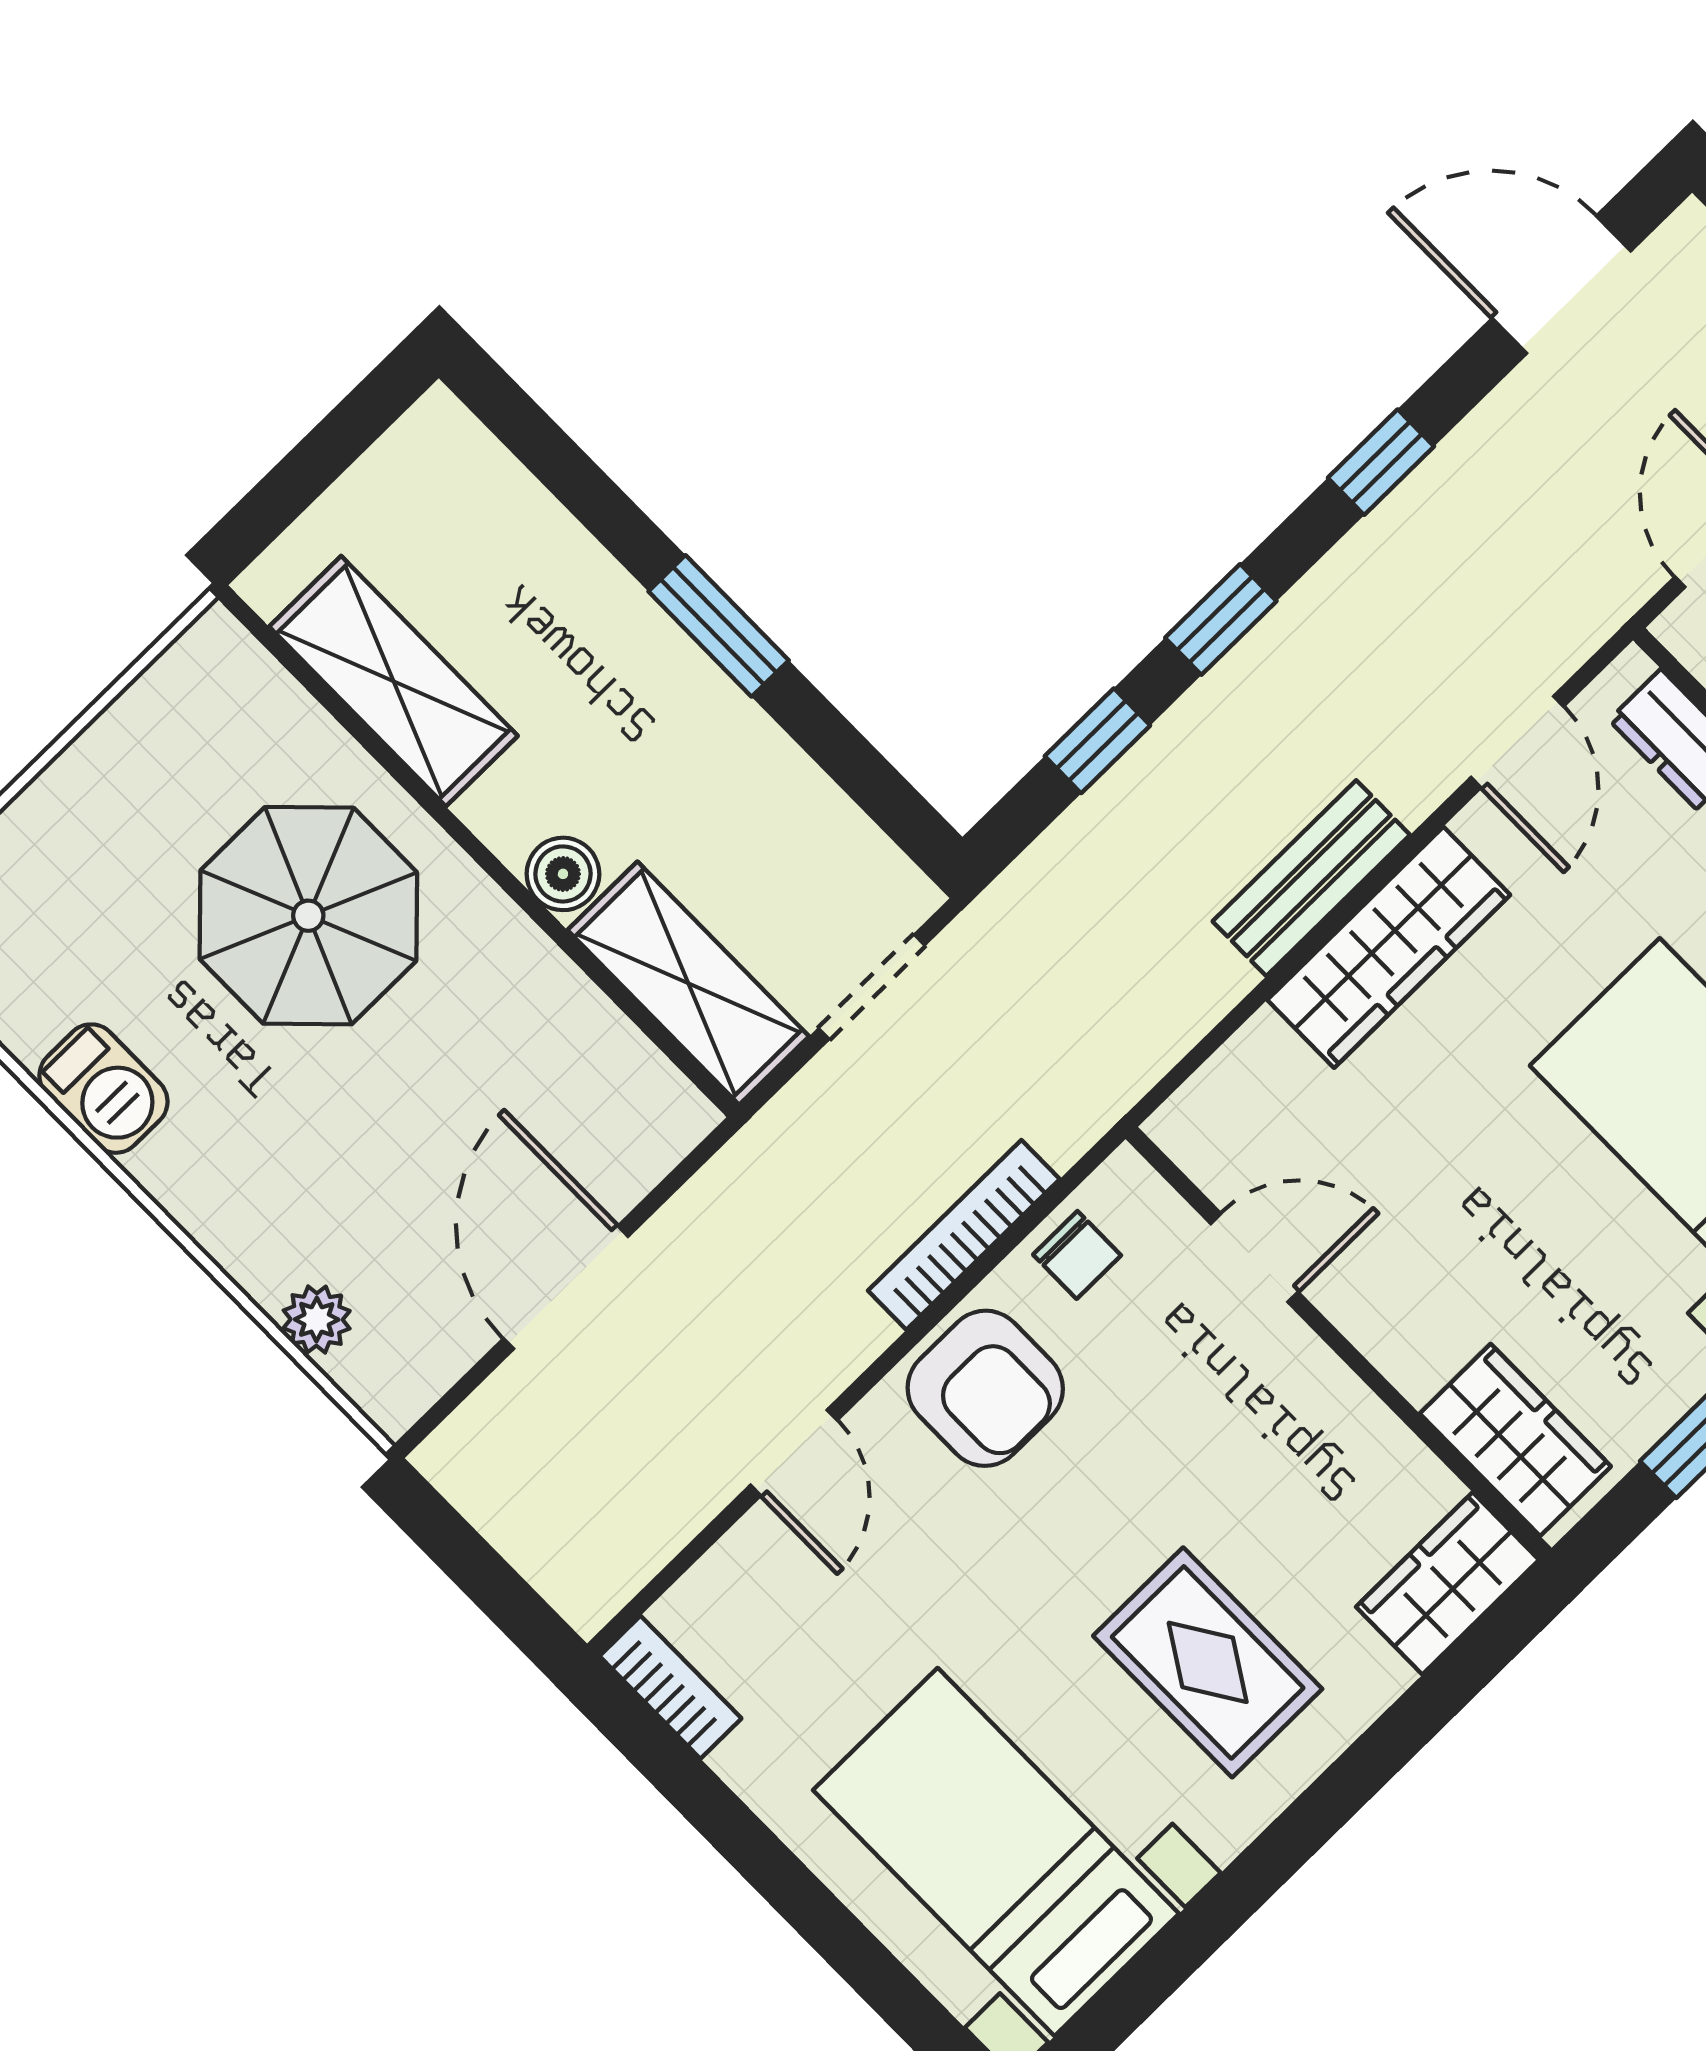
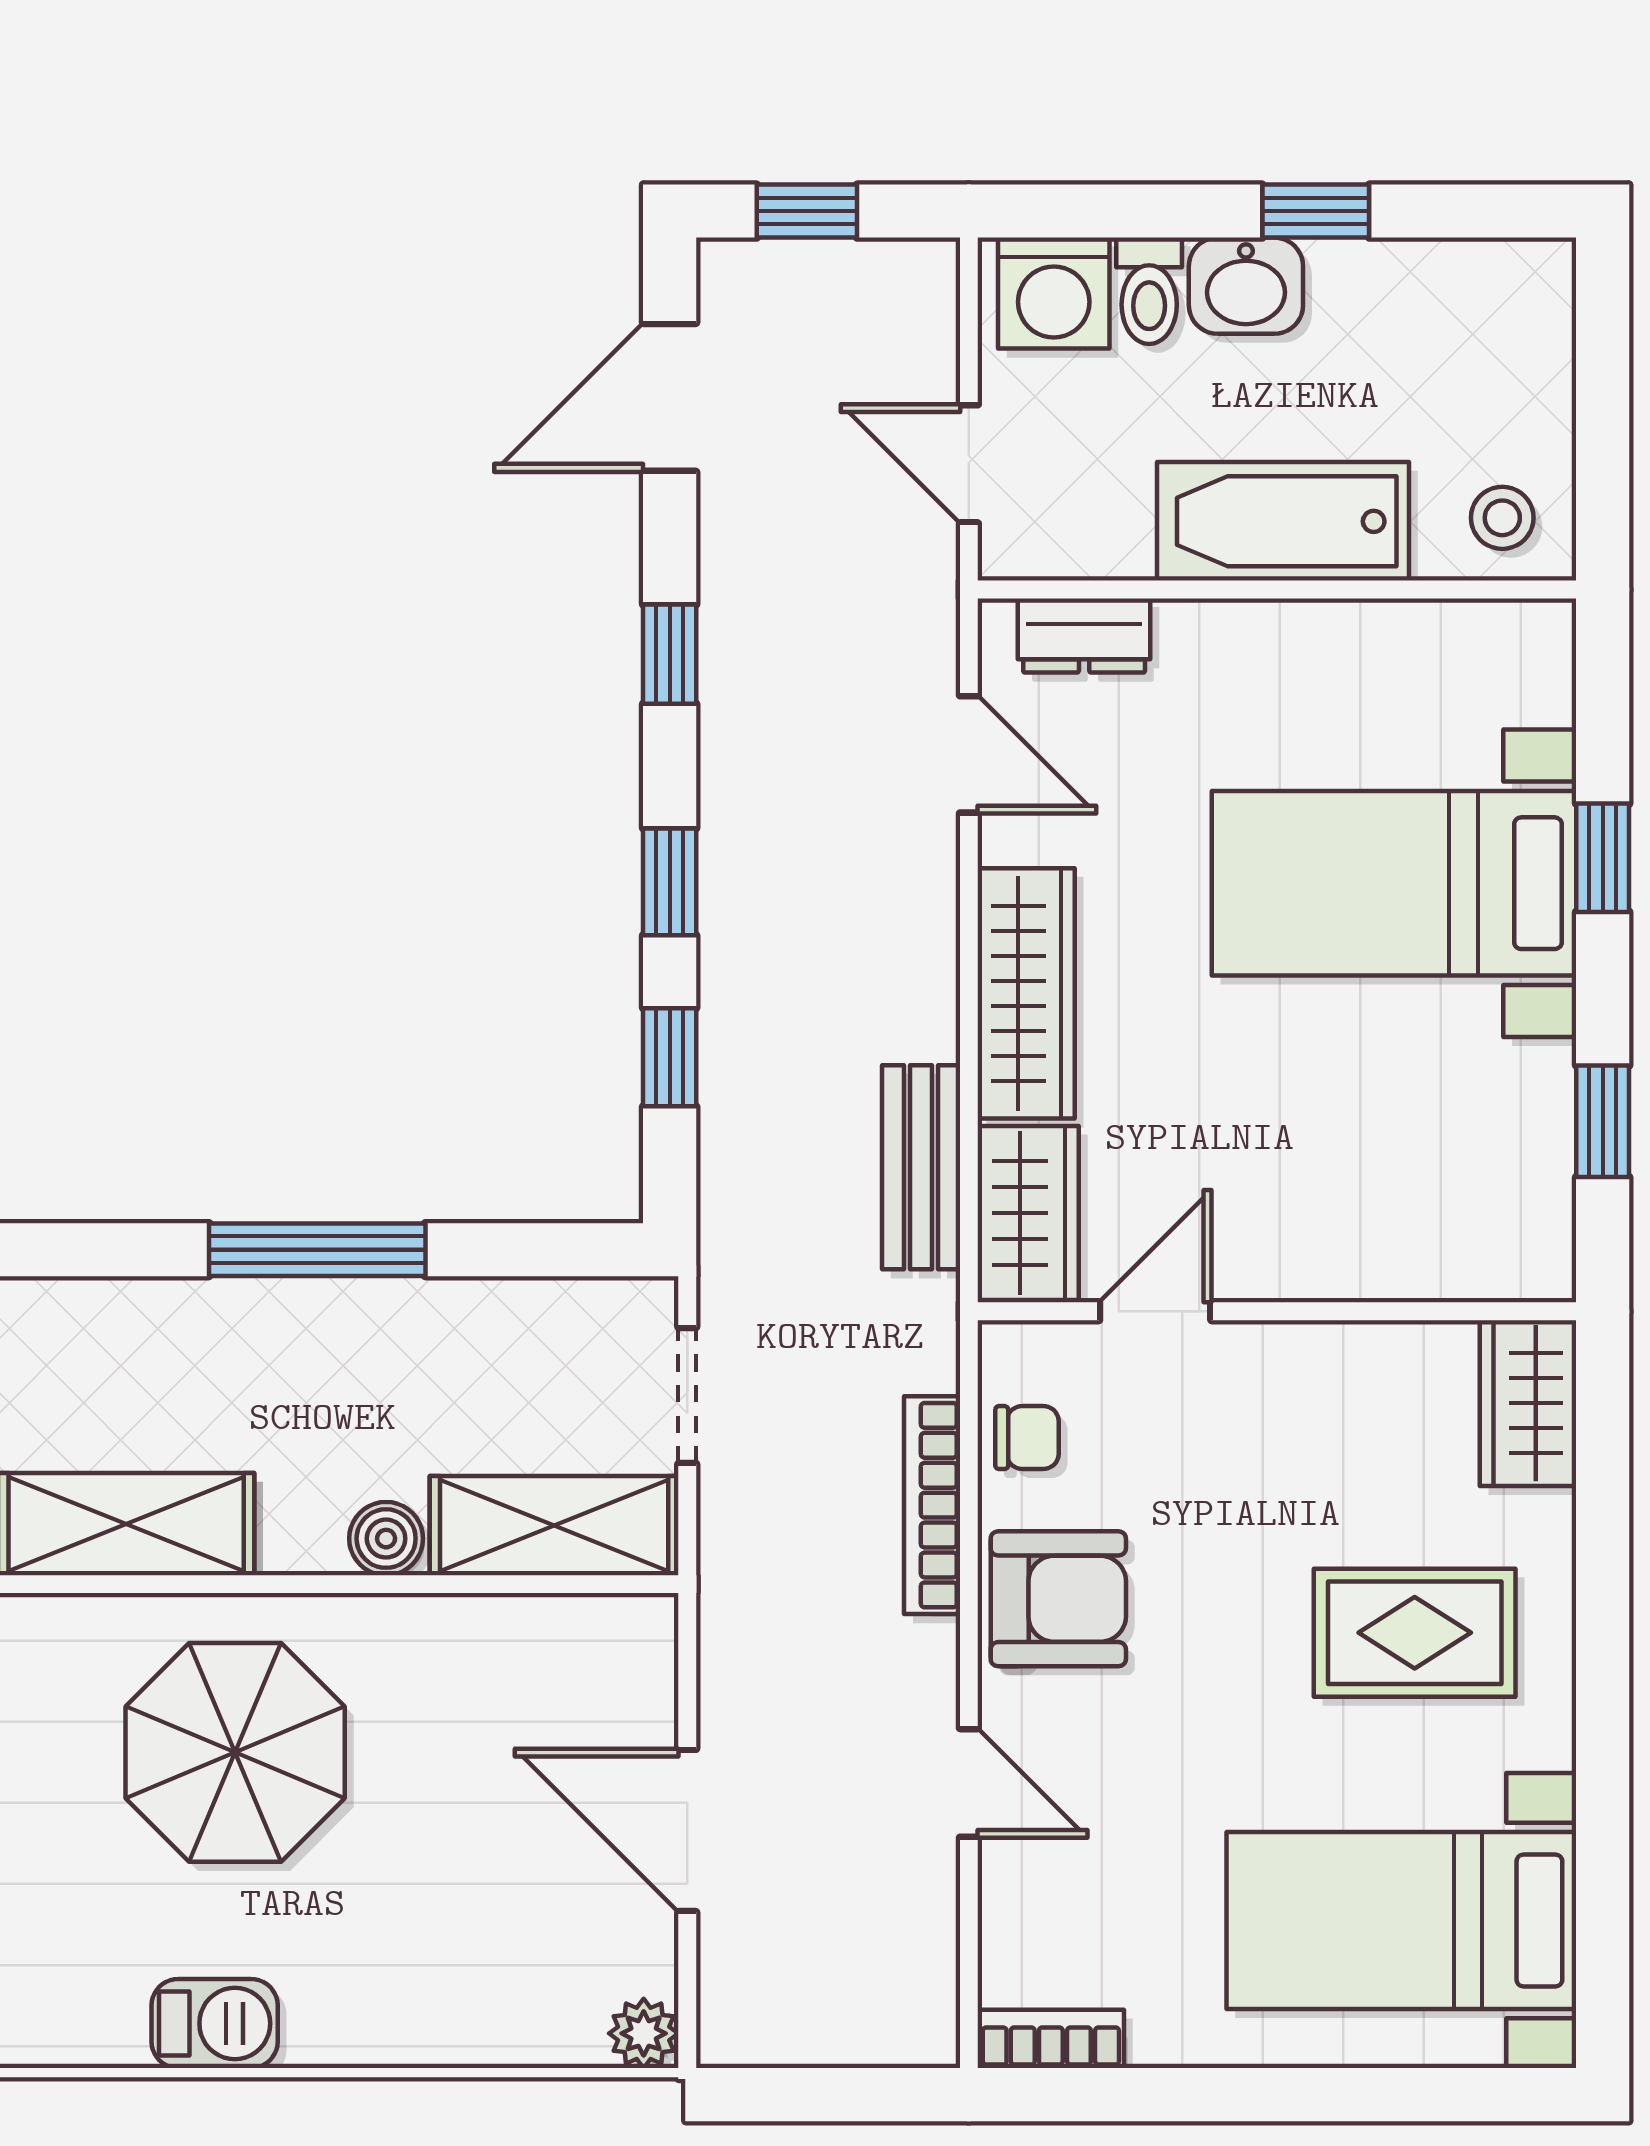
window: (719, 626) -> (317, 1250), width x1.44
bench: (1311, 878) -> (921, 1167), moved
plant: (317, 1319) -> (644, 2033), moved
wardrobe: (1515, 1440) -> (1028, 1213), moved, turned 90

